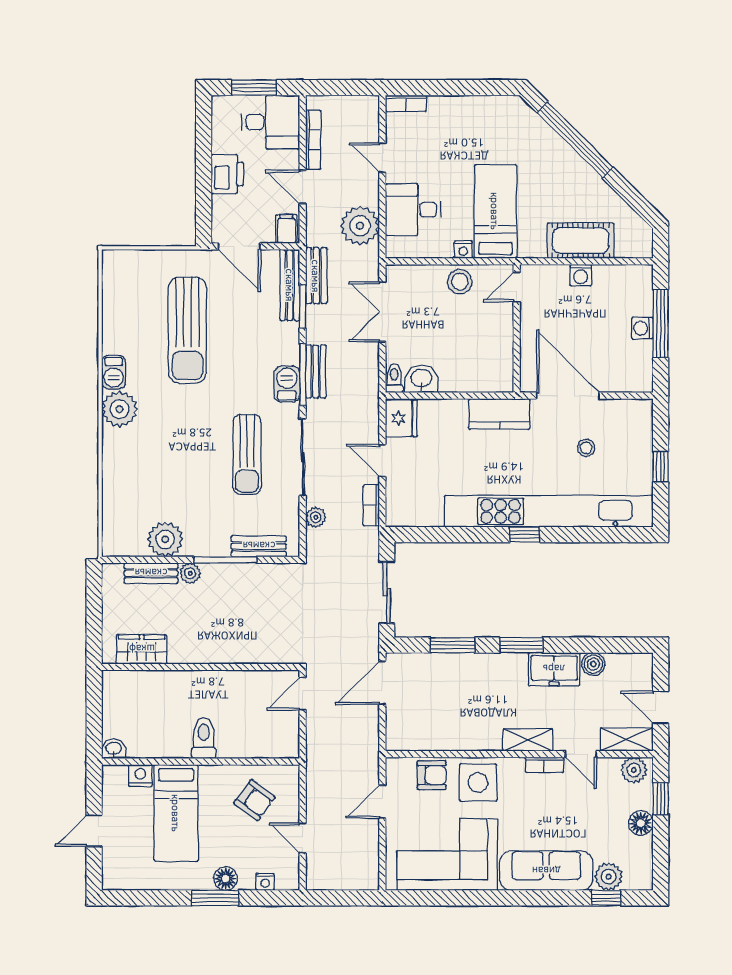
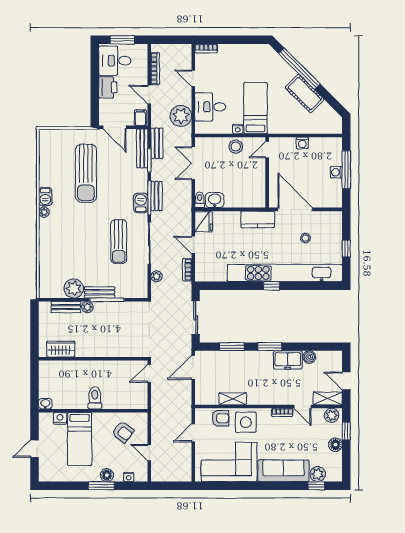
desk: (271, 122) -> (115, 61), moved, turned 180
cot: (581, 241) -> (305, 94), moved, turned 45
plant: (120, 409) -> (44, 212), width x0.53, depth x0.53
bench: (259, 546) -> (100, 292), moved
shelving: (528, 740) -> (233, 399), moved

